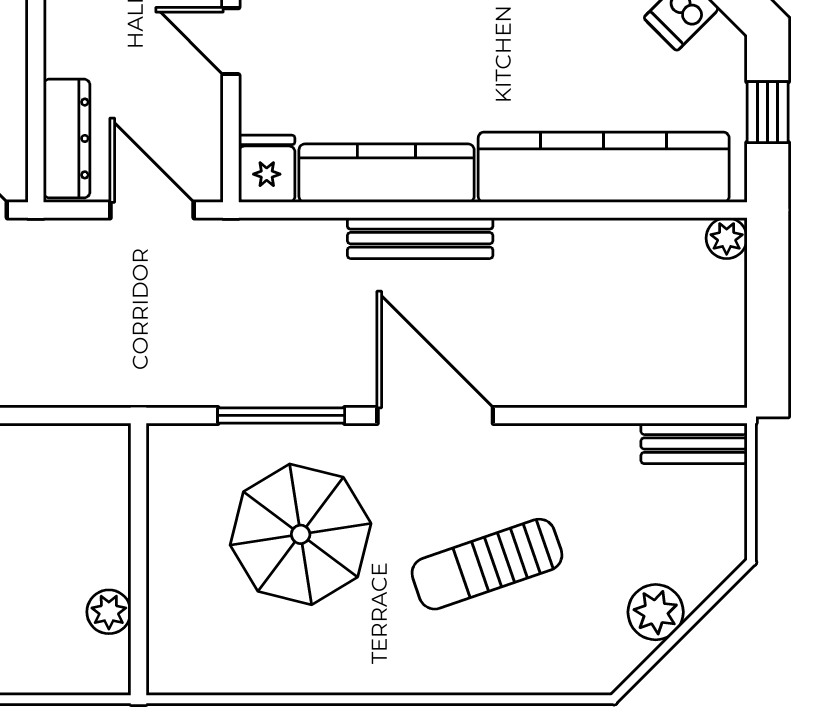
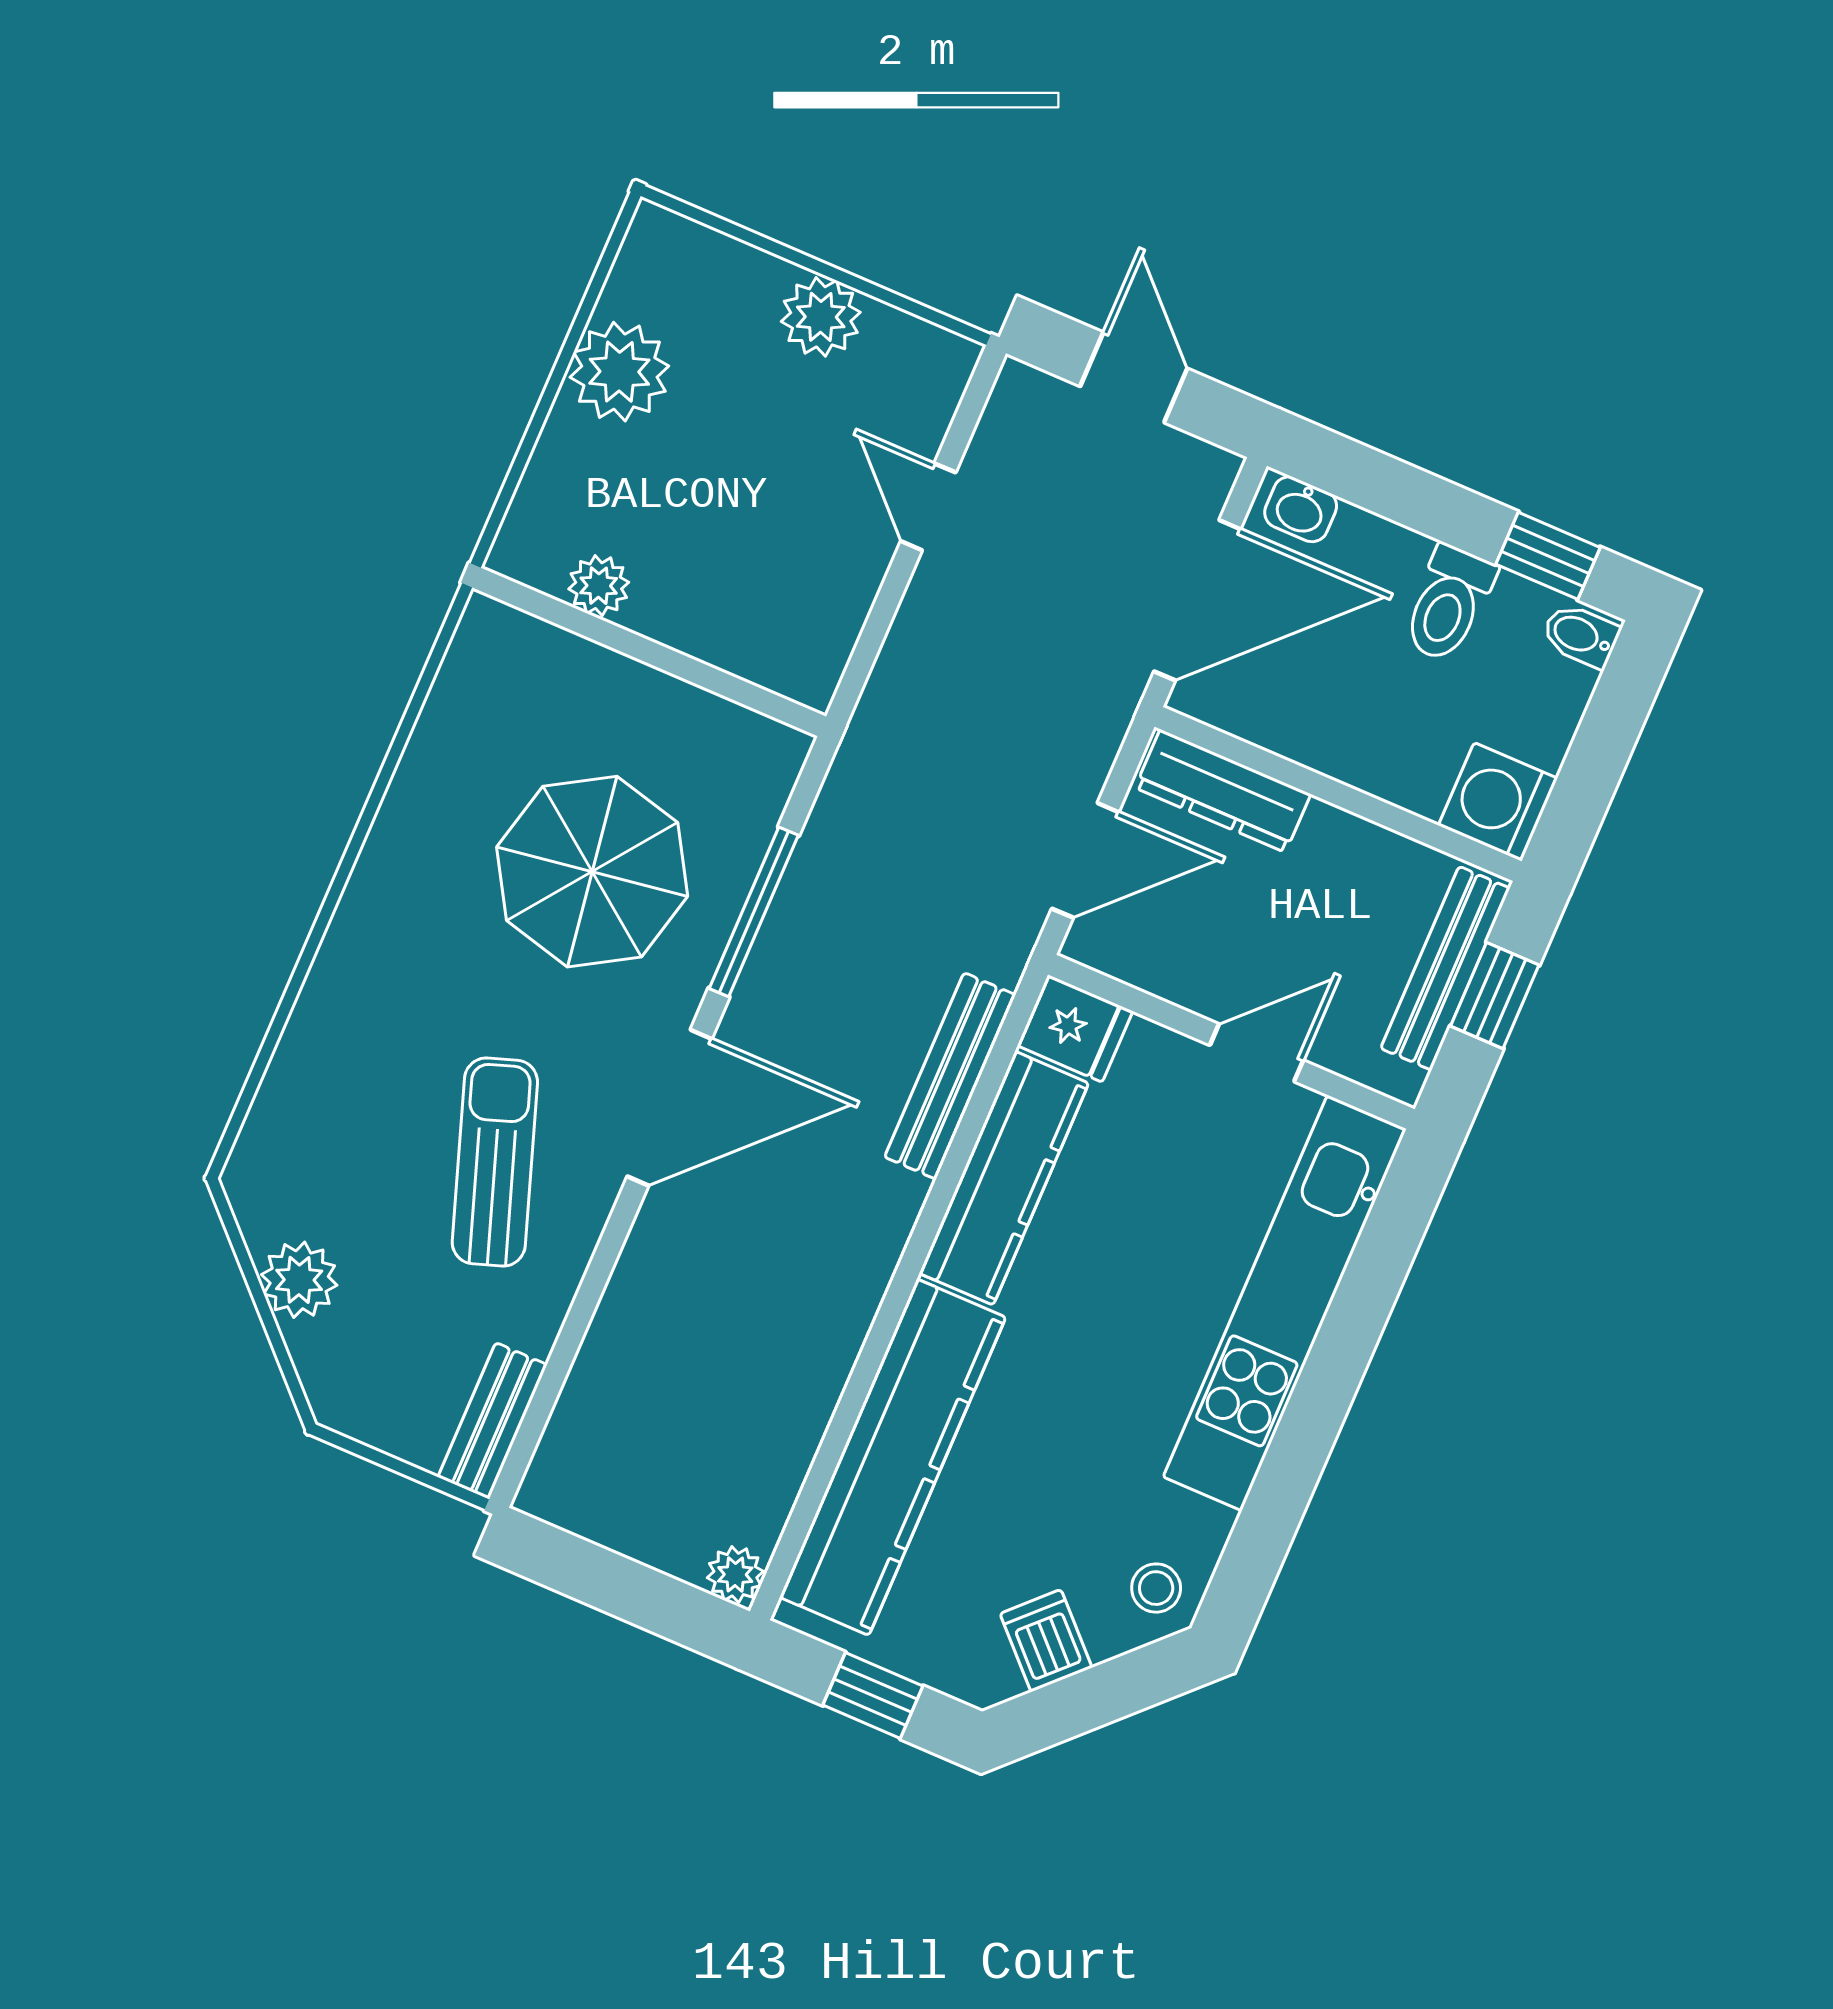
bench: (420, 238) -> (950, 1076), moved
sun lounger: (487, 564) -> (495, 1162), moved

